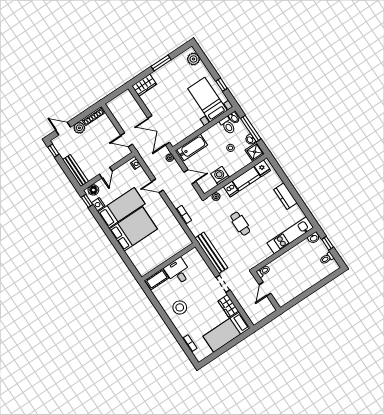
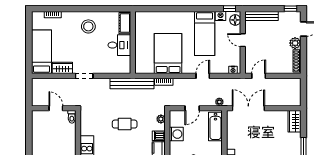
bed: (133, 229) -> (168, 54), moved, turned 180
bench: (211, 253) -> (132, 83), moved

